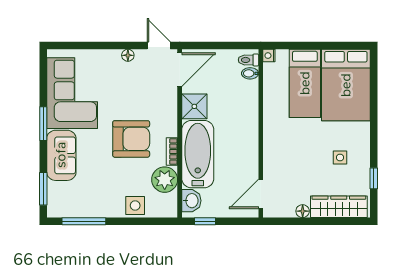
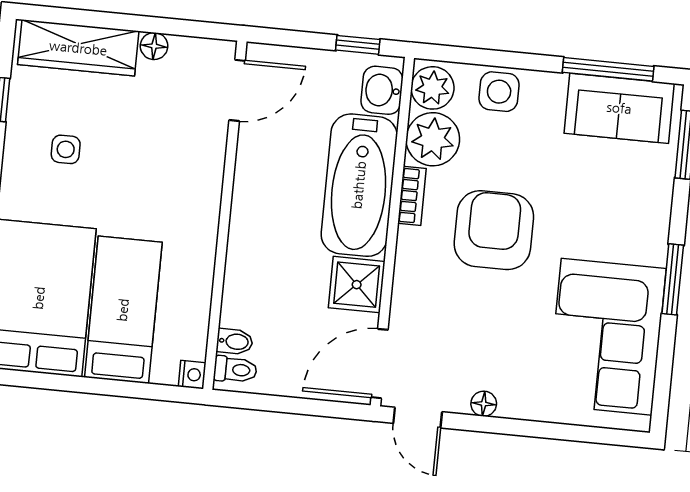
armchair: (131, 139) -> (494, 230), turned 90
sofa: (61, 155) -> (619, 108), moved, turned -90
plant: (167, 204) -> (432, 88), added

